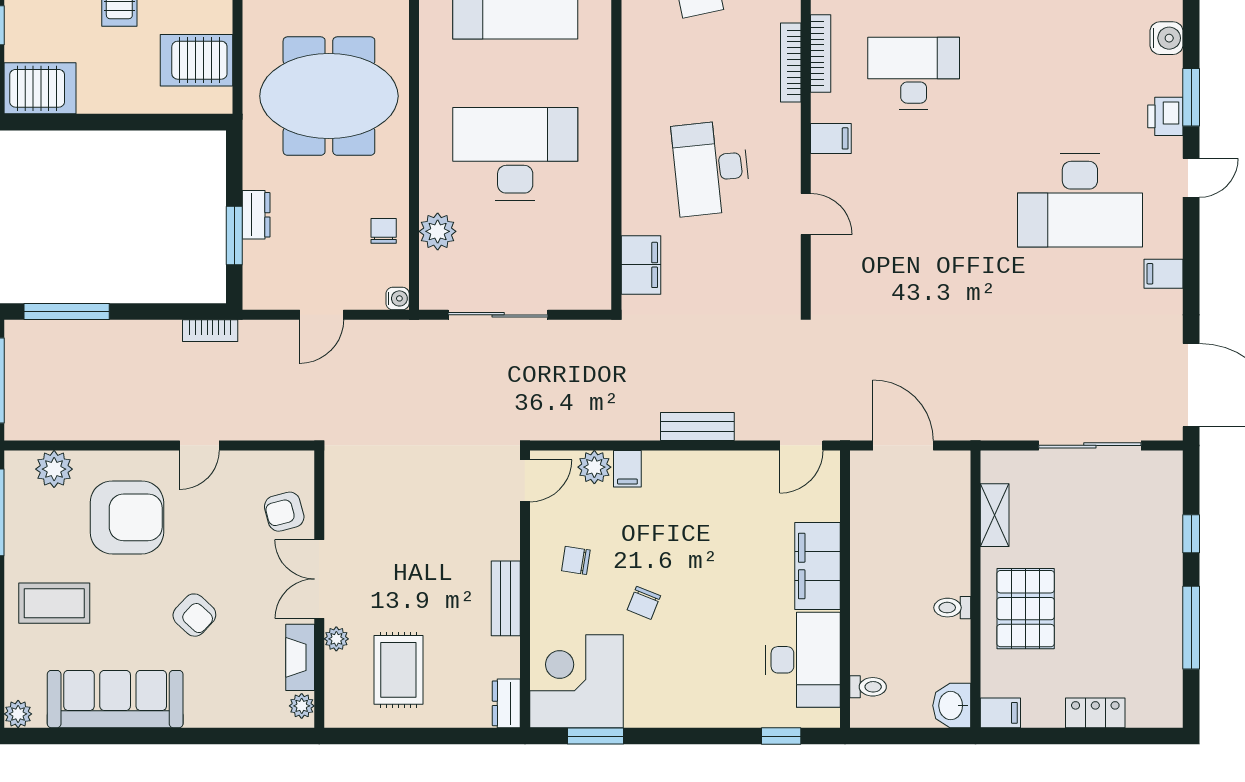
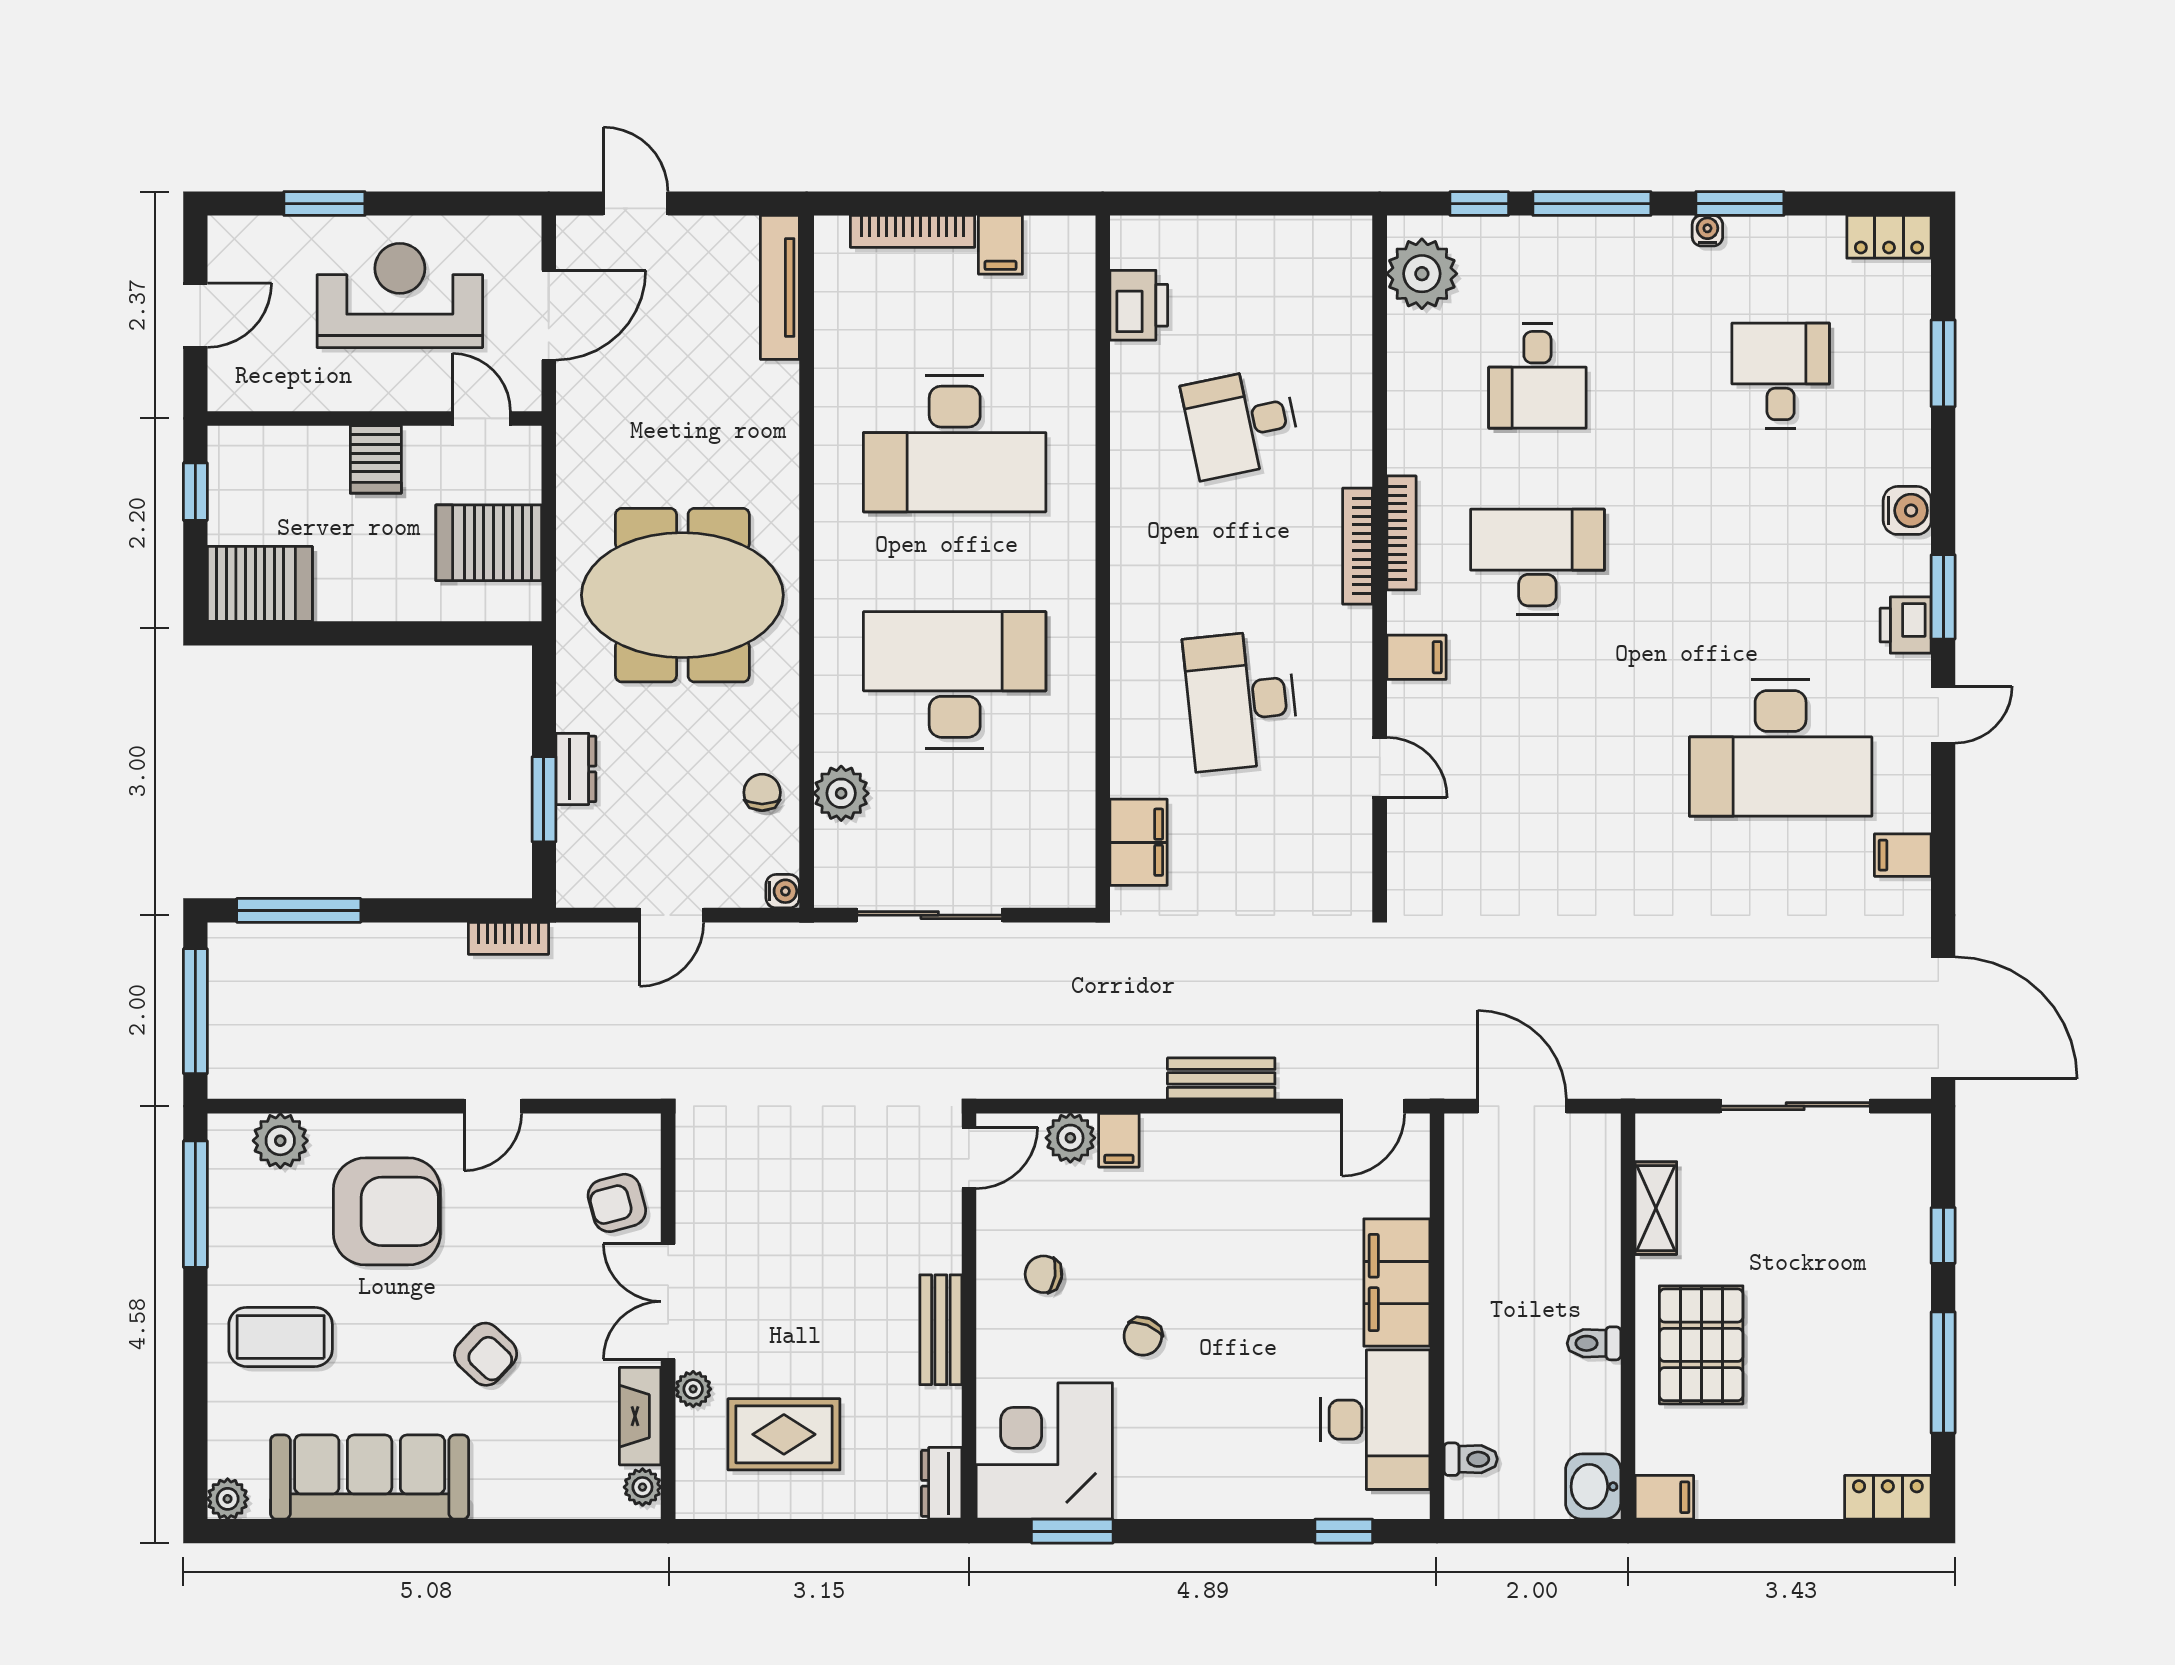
rug: (398, 670) -> (784, 1434), turned 90
locker: (1095, 713) -> (1888, 1497), moved

